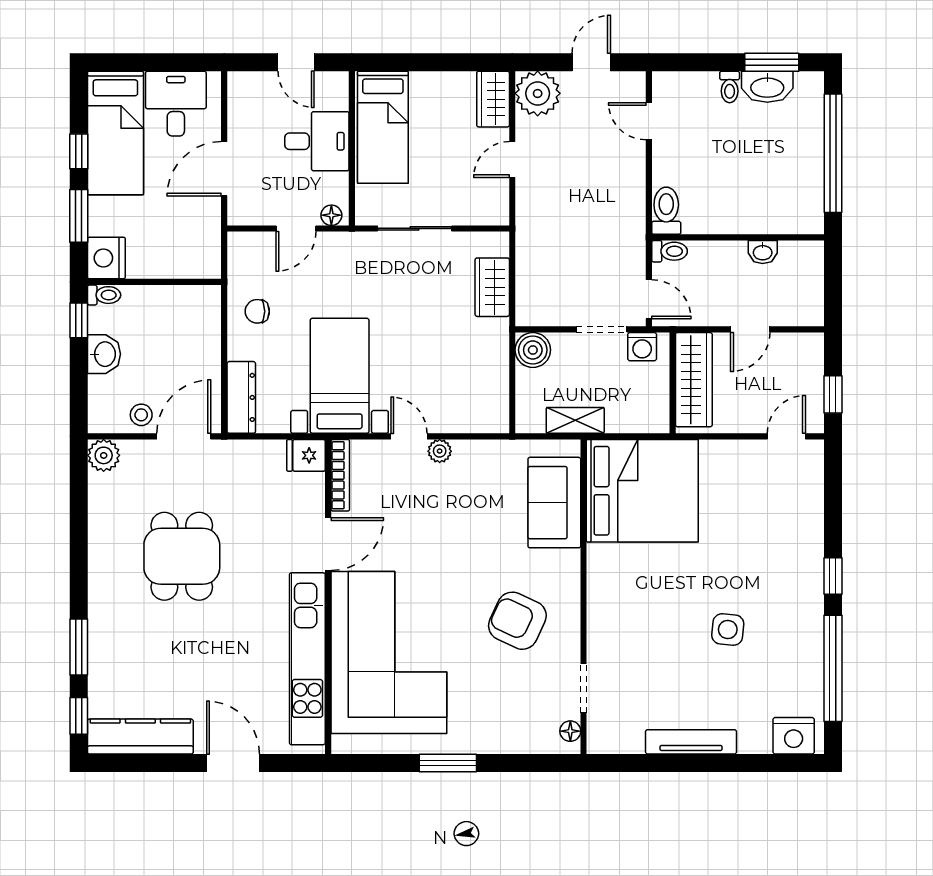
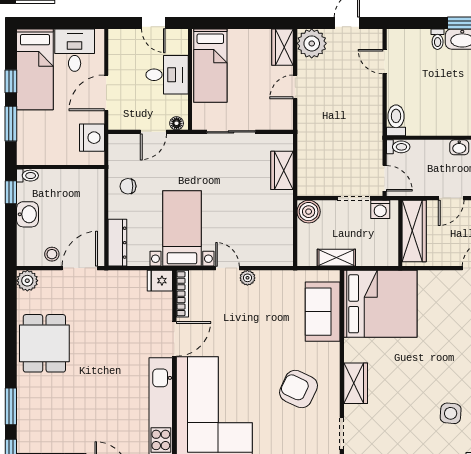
nightstand: (106, 258) -> (92, 138), moved, turned 180
dining table: (182, 556) -> (44, 343), moved
wardrobe: (604, 612) -> (356, 383), added
side table: (728, 629) -> (451, 413), moved

